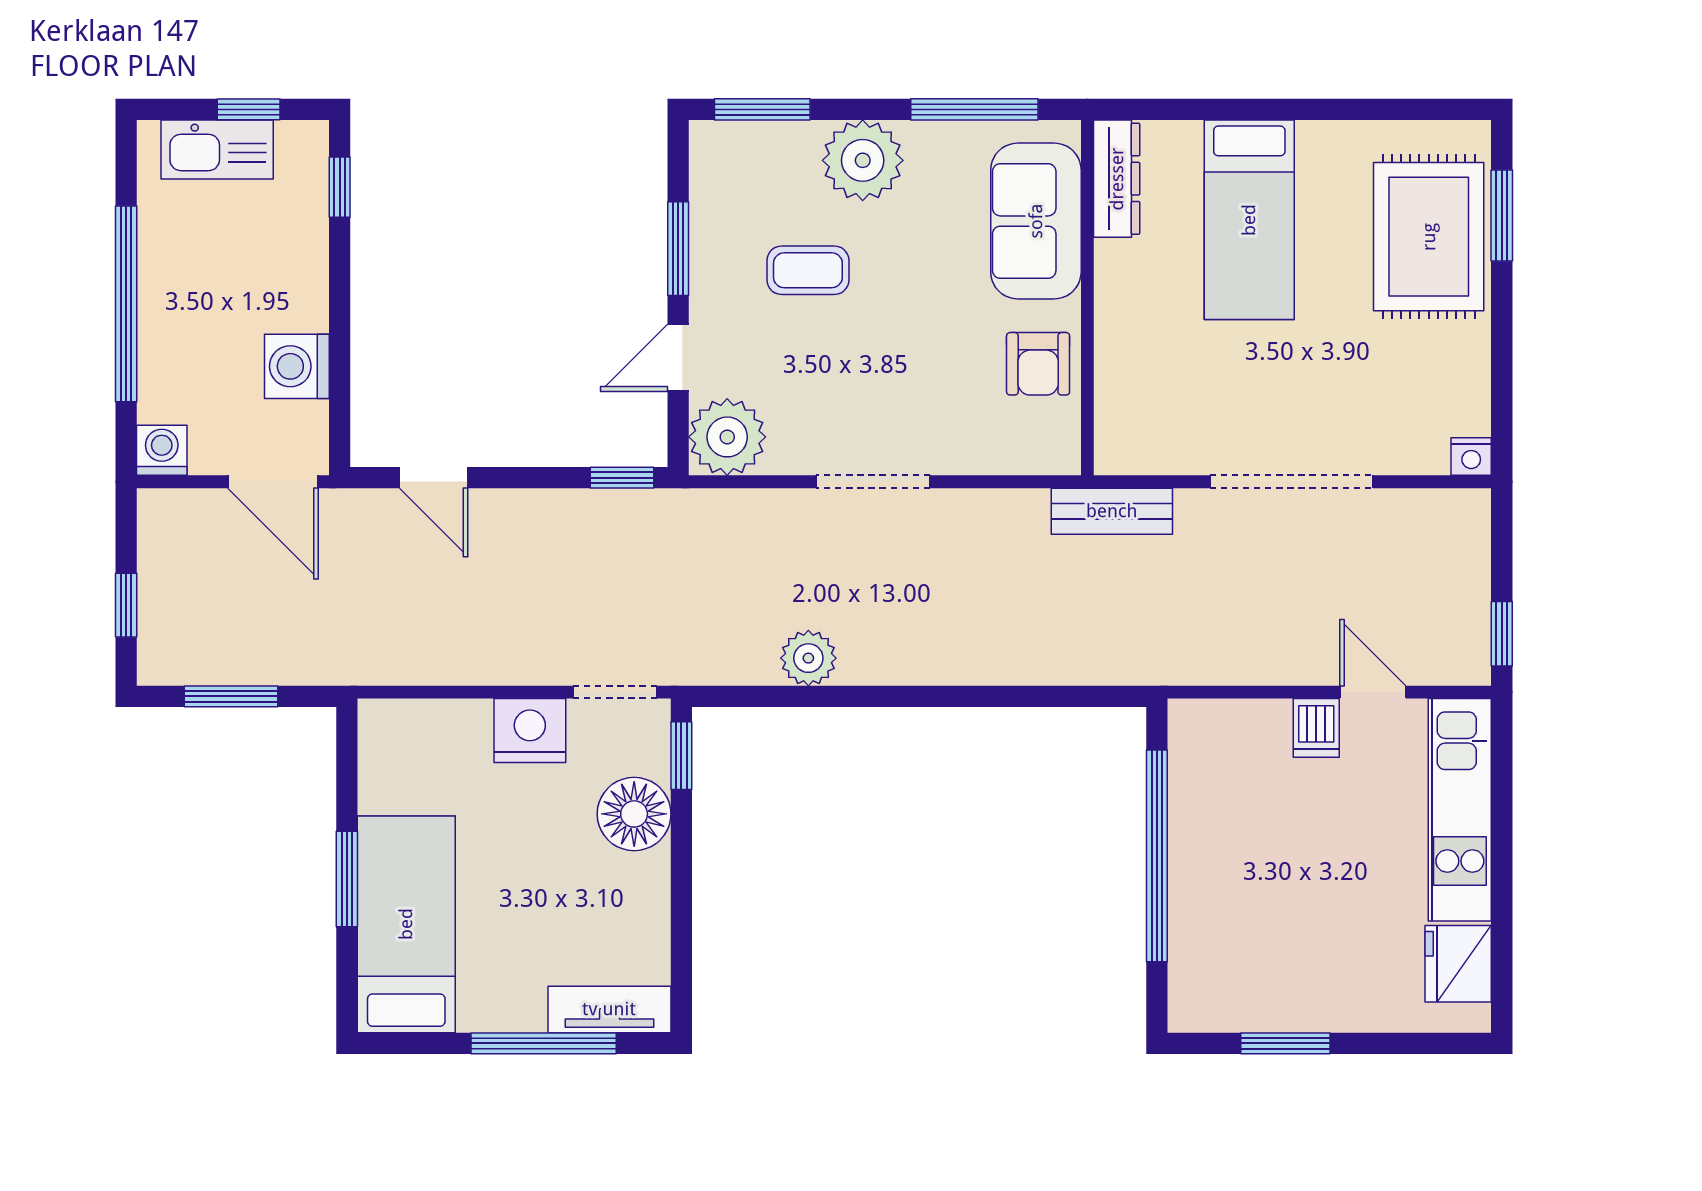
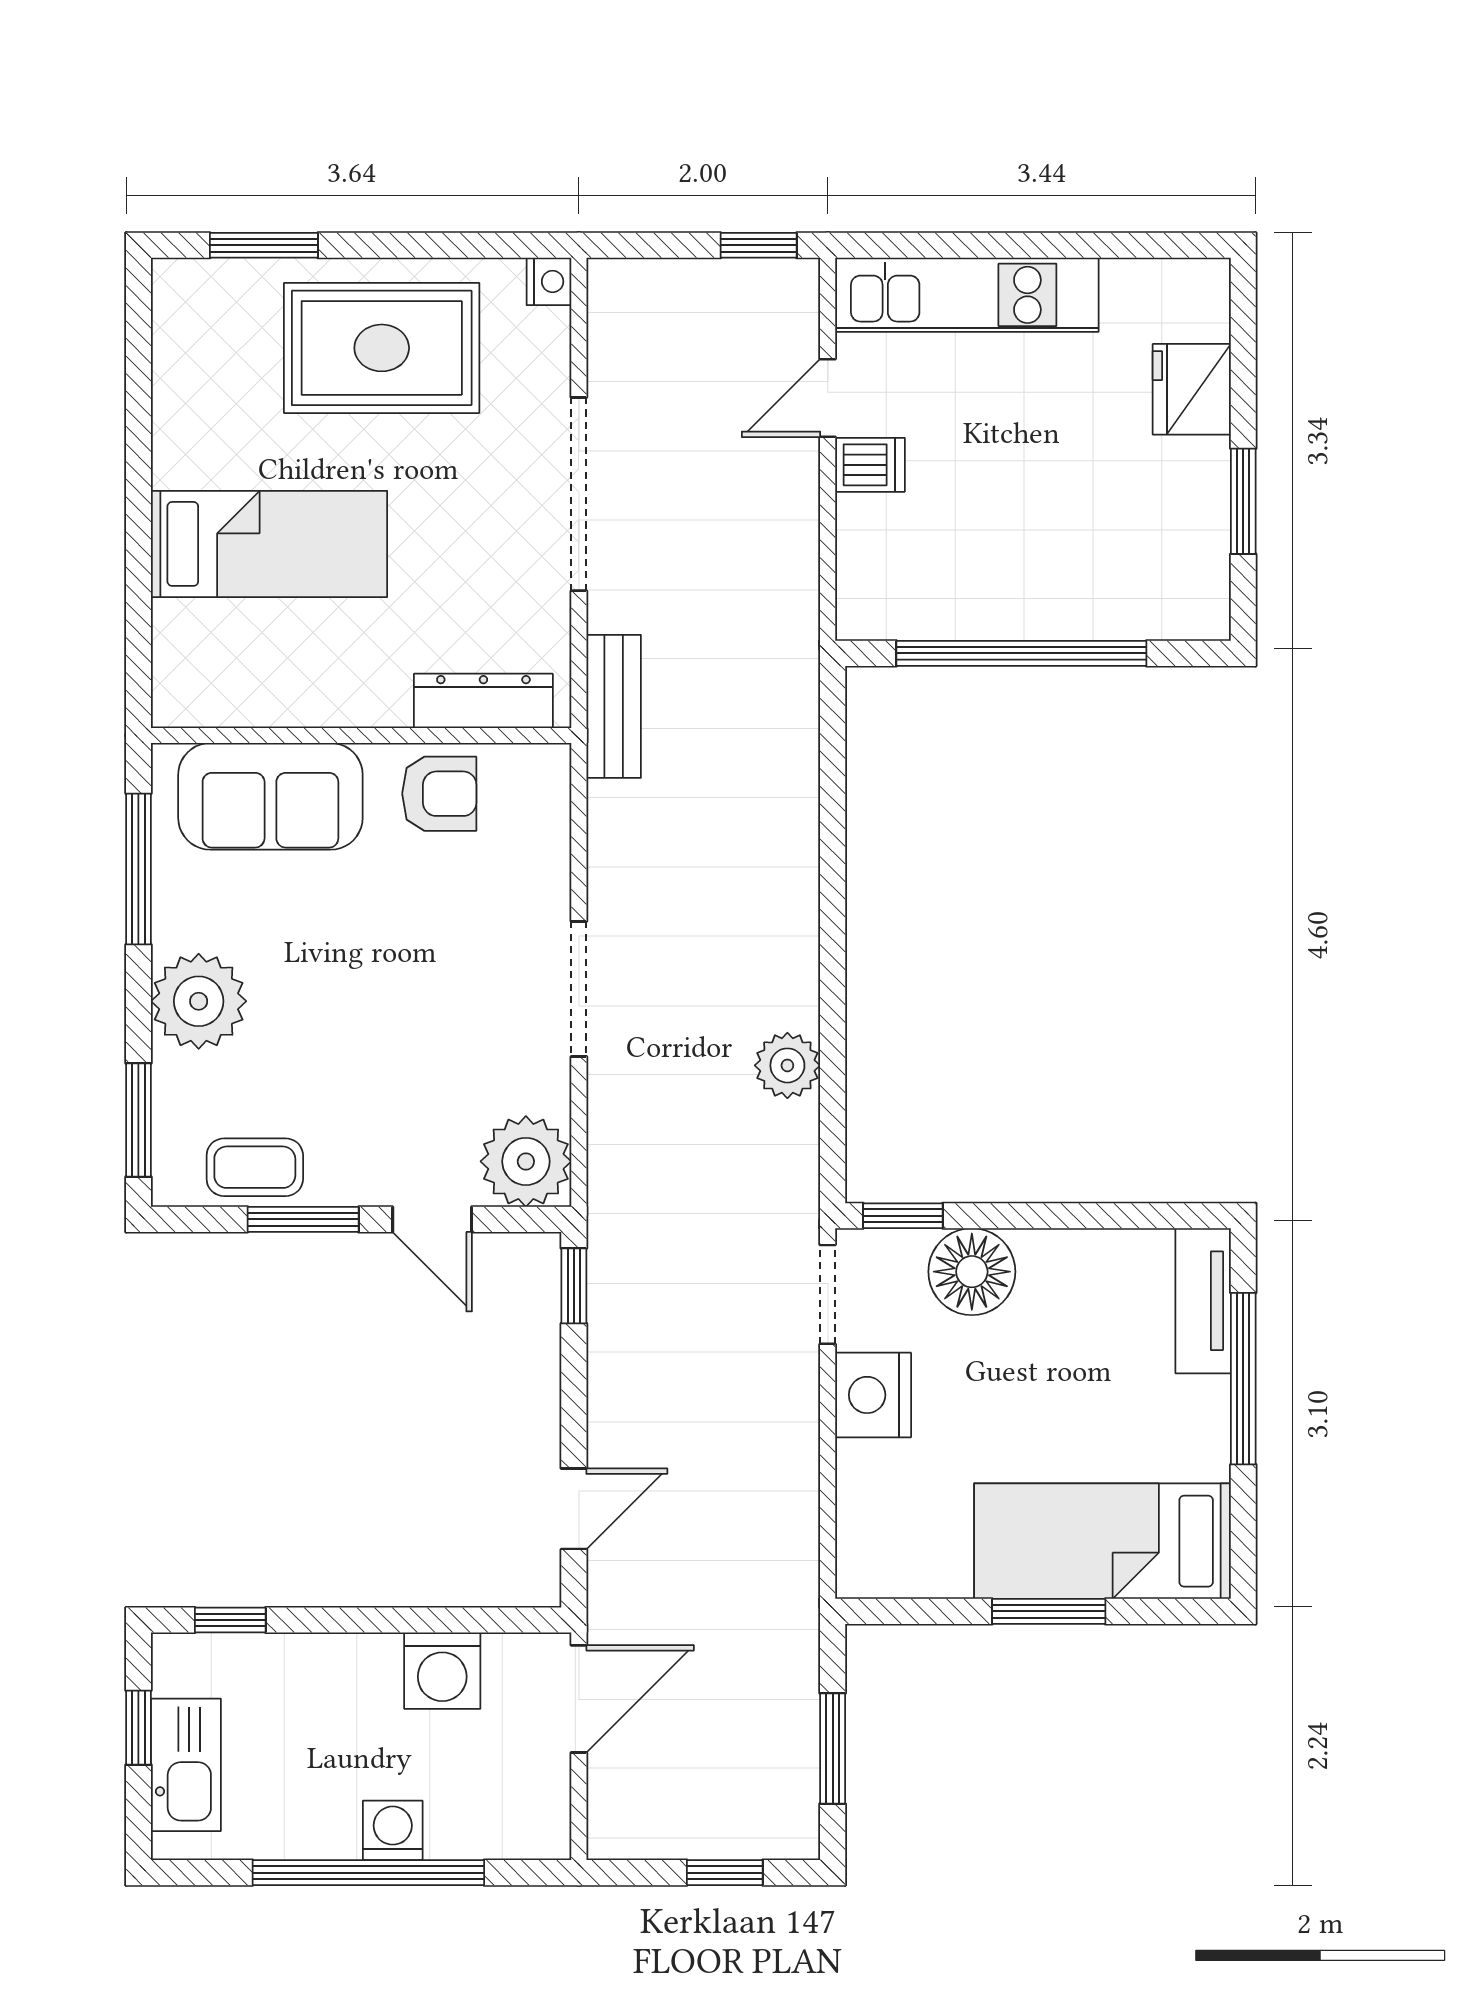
dresser: (1117, 179) -> (483, 701), moved
rug: (1429, 237) -> (382, 348), moved
coffee table: (808, 270) -> (255, 1167), moved, turned 90
washing machine: (162, 450) -> (393, 1830), moved, turned 90
fridge: (1458, 964) -> (1192, 389), moved, turned 90

